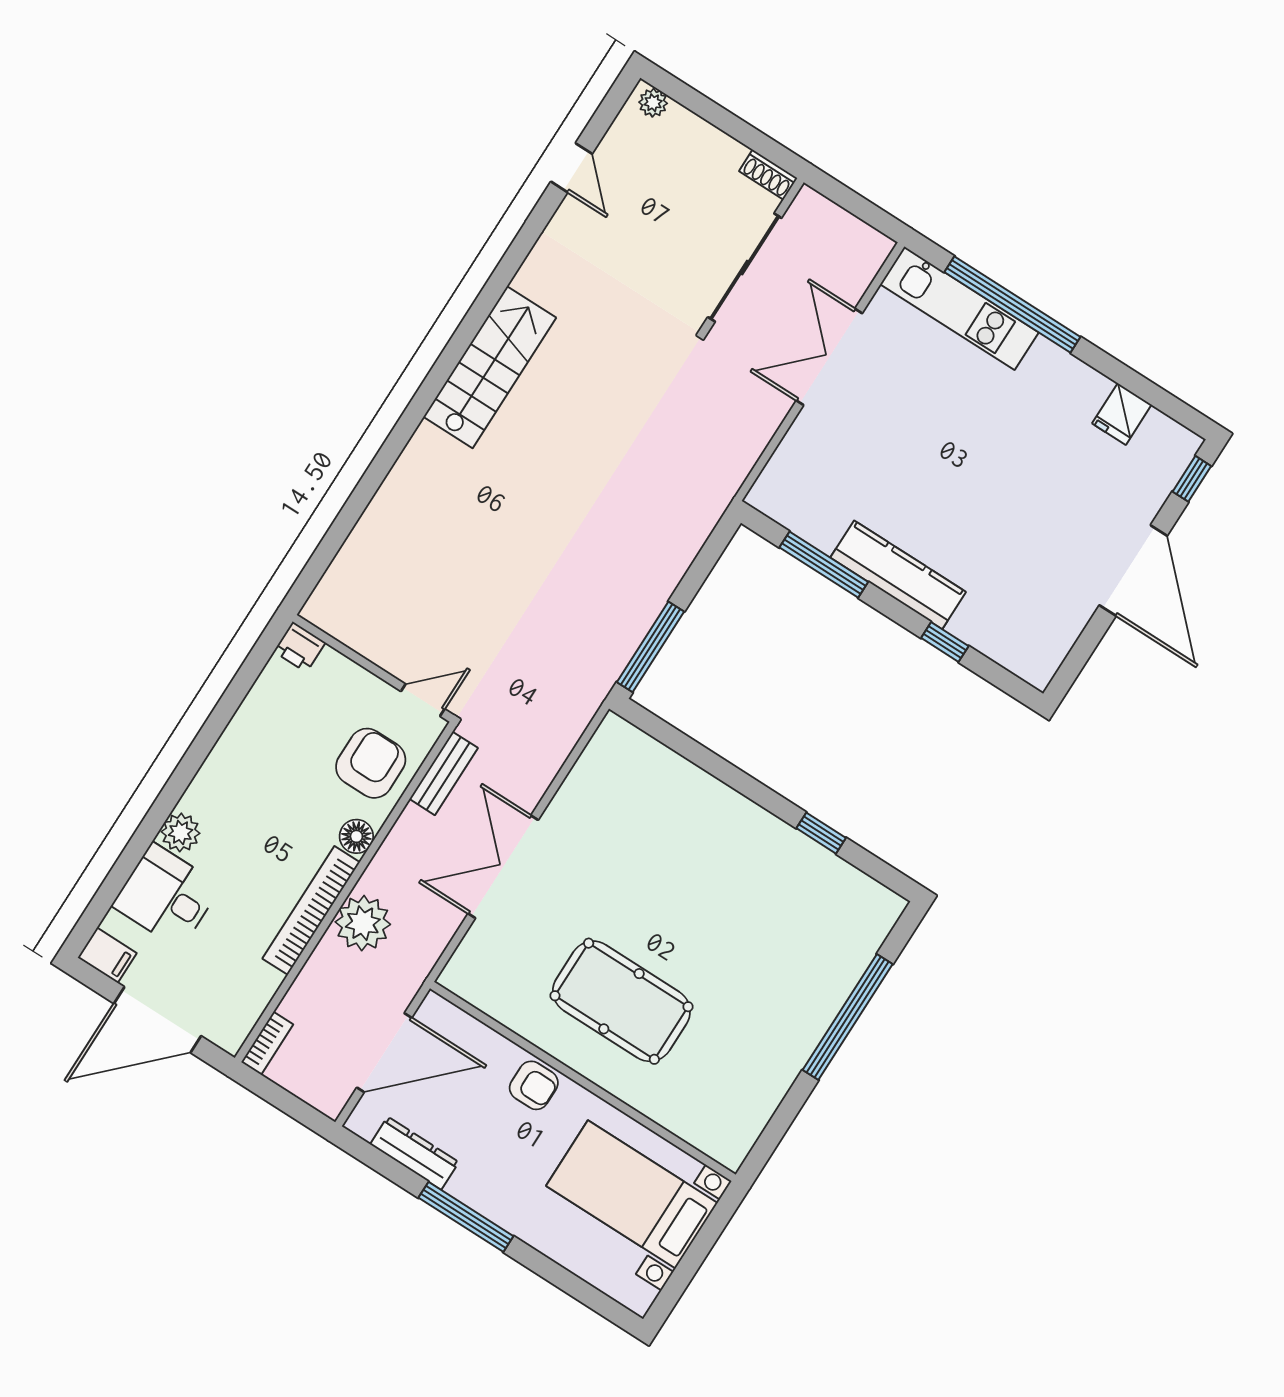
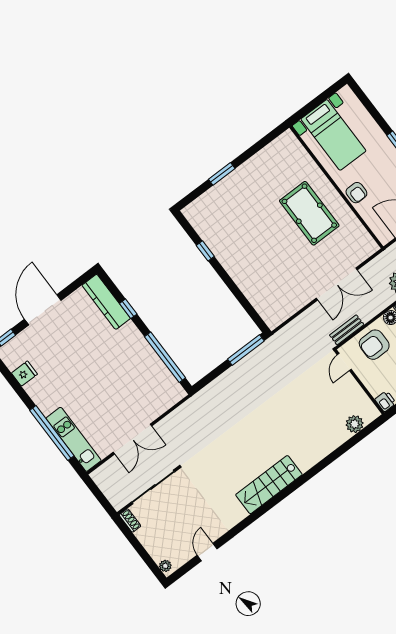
window: (824, 565) -> (165, 357), width x1.46
plant: (349, 571) -> (355, 424), added
kitchen counter: (898, 575) -> (106, 302), moved
door: (423, 700) -> (344, 362), hinge flipped
window: (848, 1017) -> (222, 174), width x0.47
armchair: (534, 1085) -> (356, 193), turned 180

